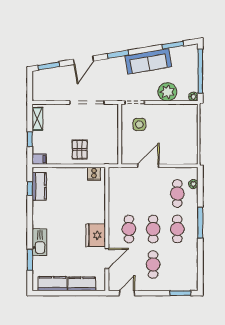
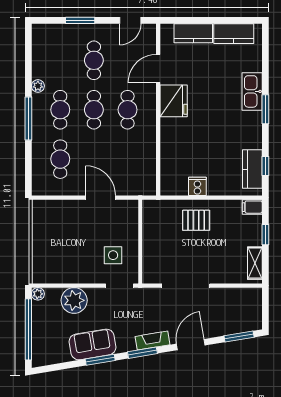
window: (173, 45) -> (100, 360), moved
sofa: (148, 61) -> (93, 344), width x0.73
fireplace: (111, 63) -> (153, 341), added
pallet: (80, 150) -> (196, 220), turned 90
door: (148, 166) -> (101, 198), swing flipped
cooker: (94, 174) -> (197, 186), moved
plant: (193, 184) -> (38, 86), moved
window: (30, 260) -> (265, 109), moved
window: (180, 293) -> (80, 20), moved

